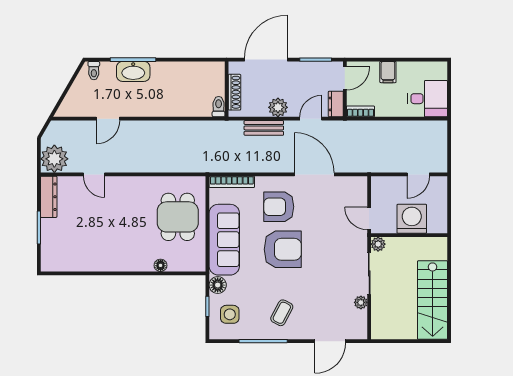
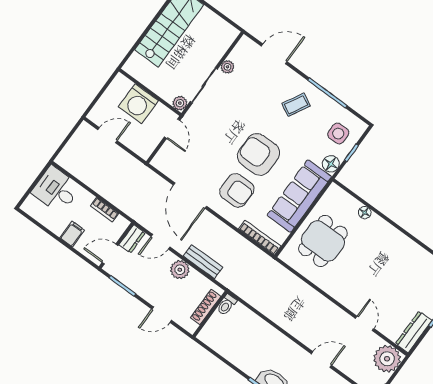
door: (266, 60) -> (162, 315), width x0.53
bookcase: (360, 111) -> (105, 210), moved

